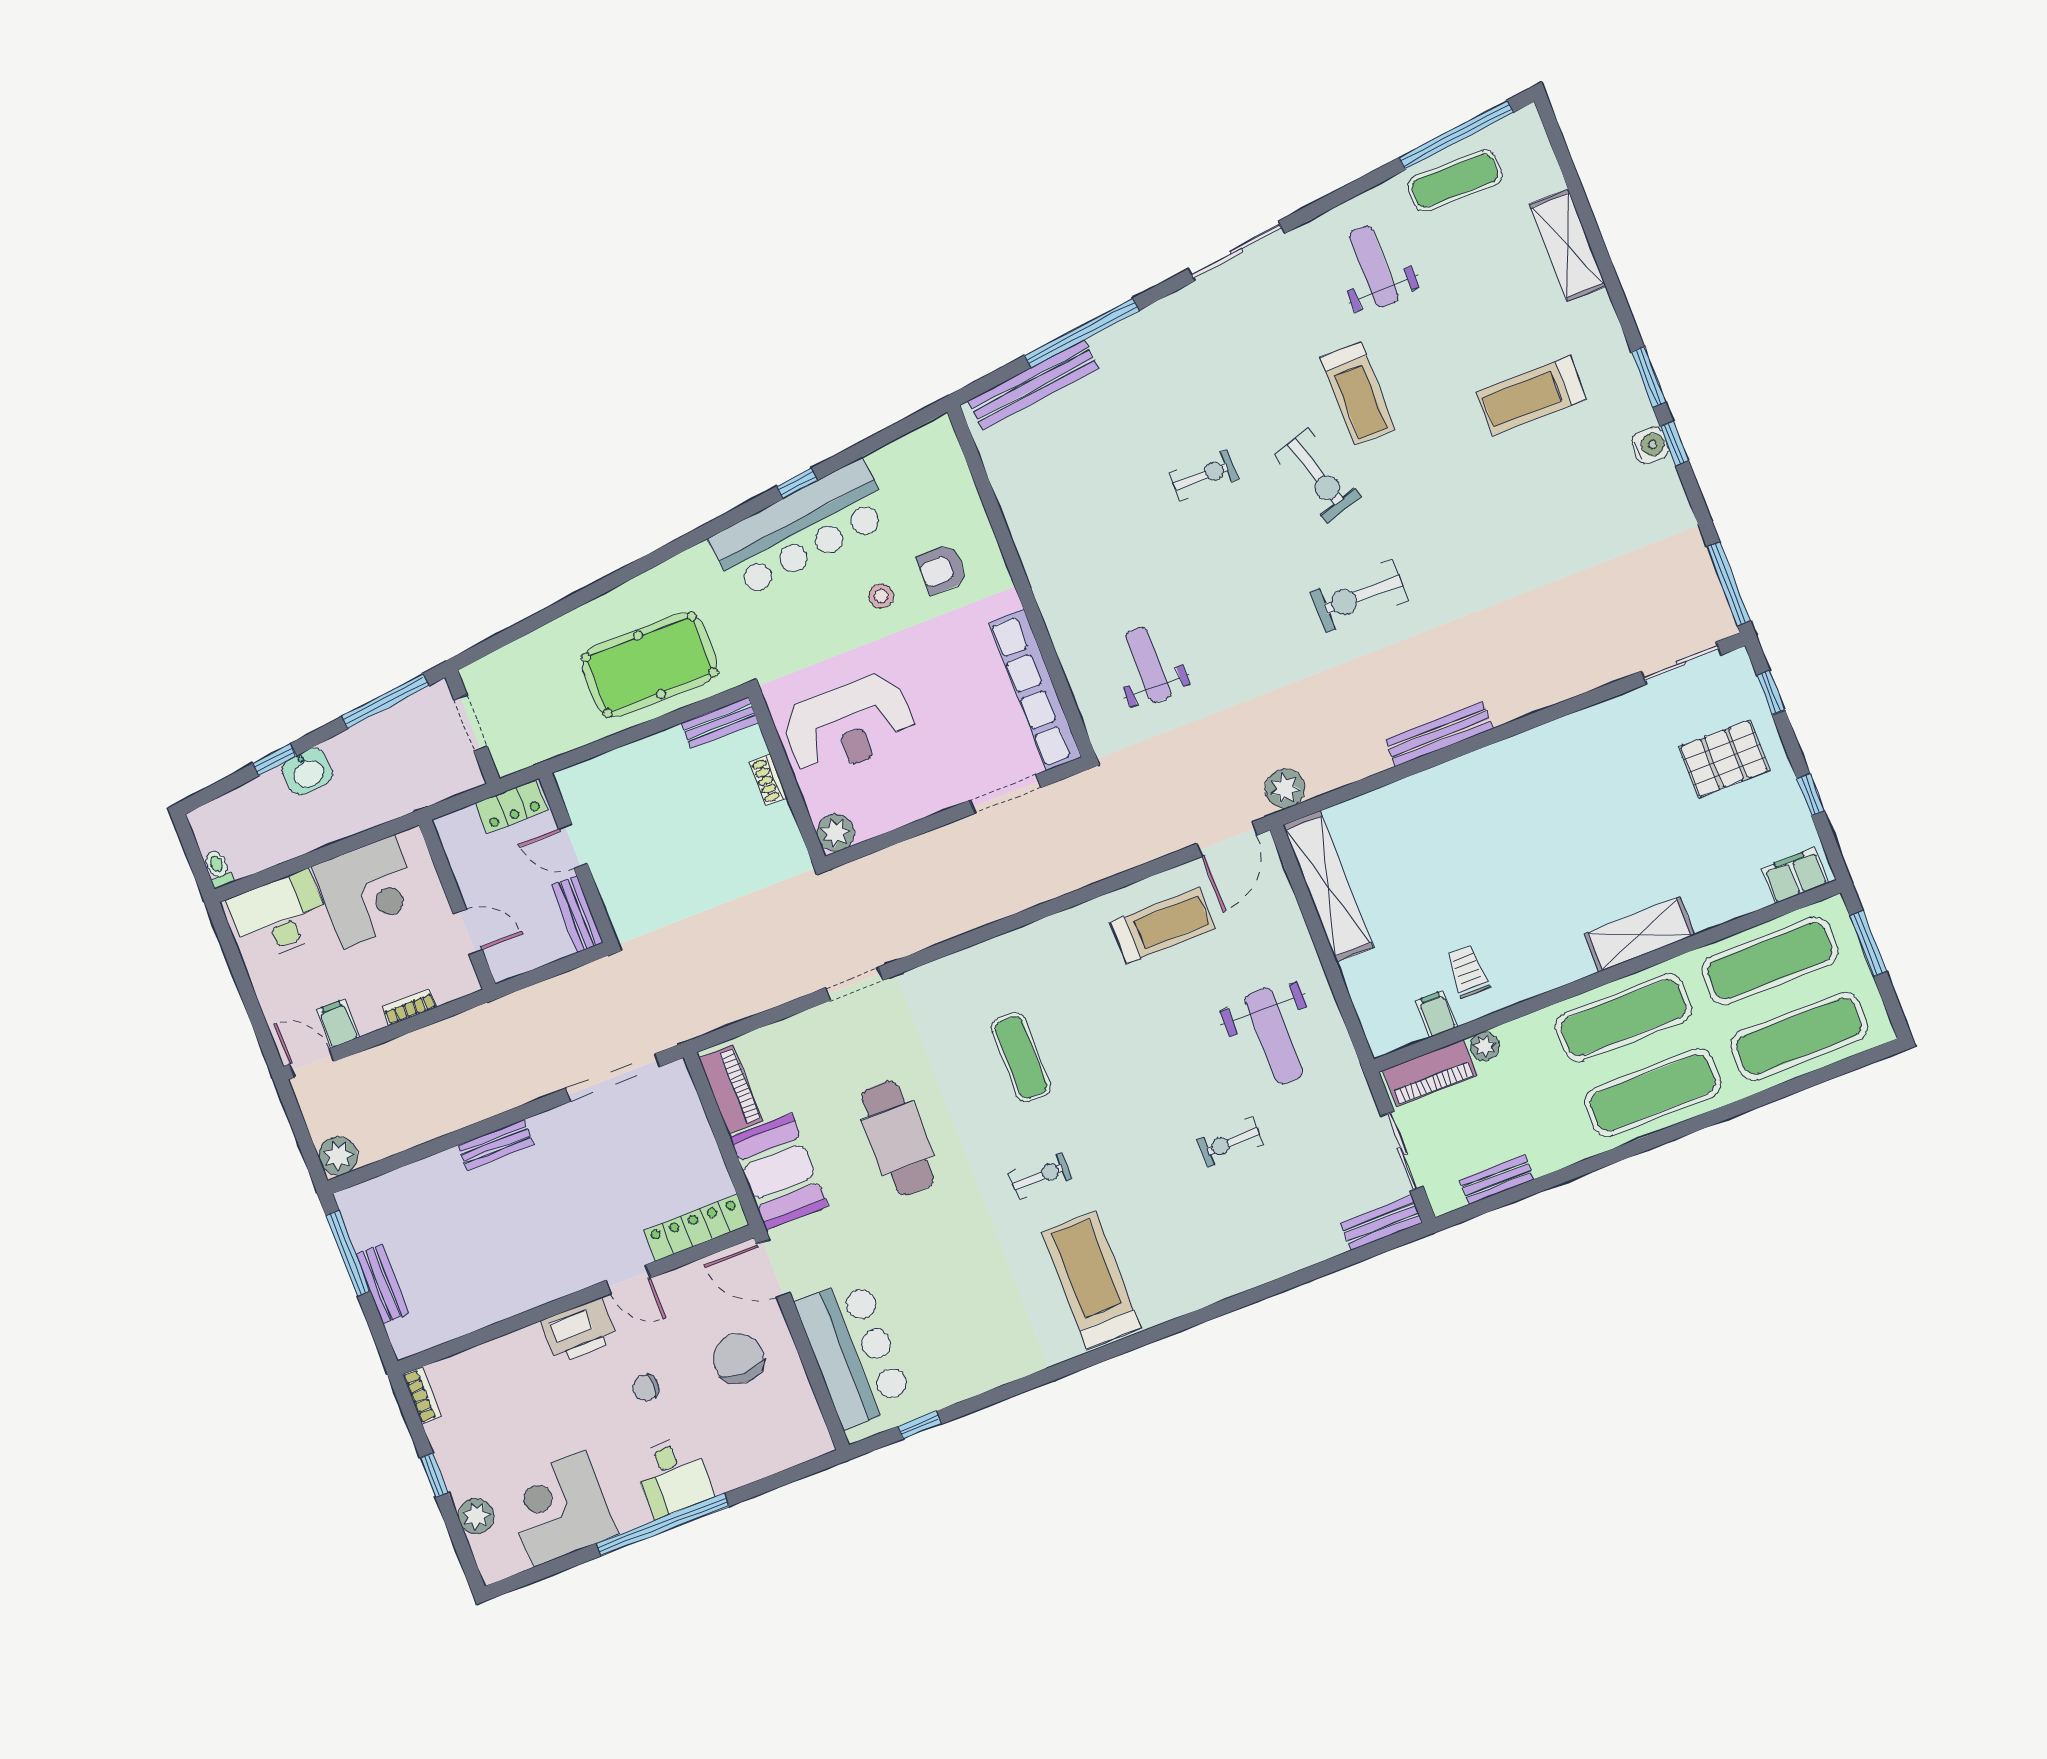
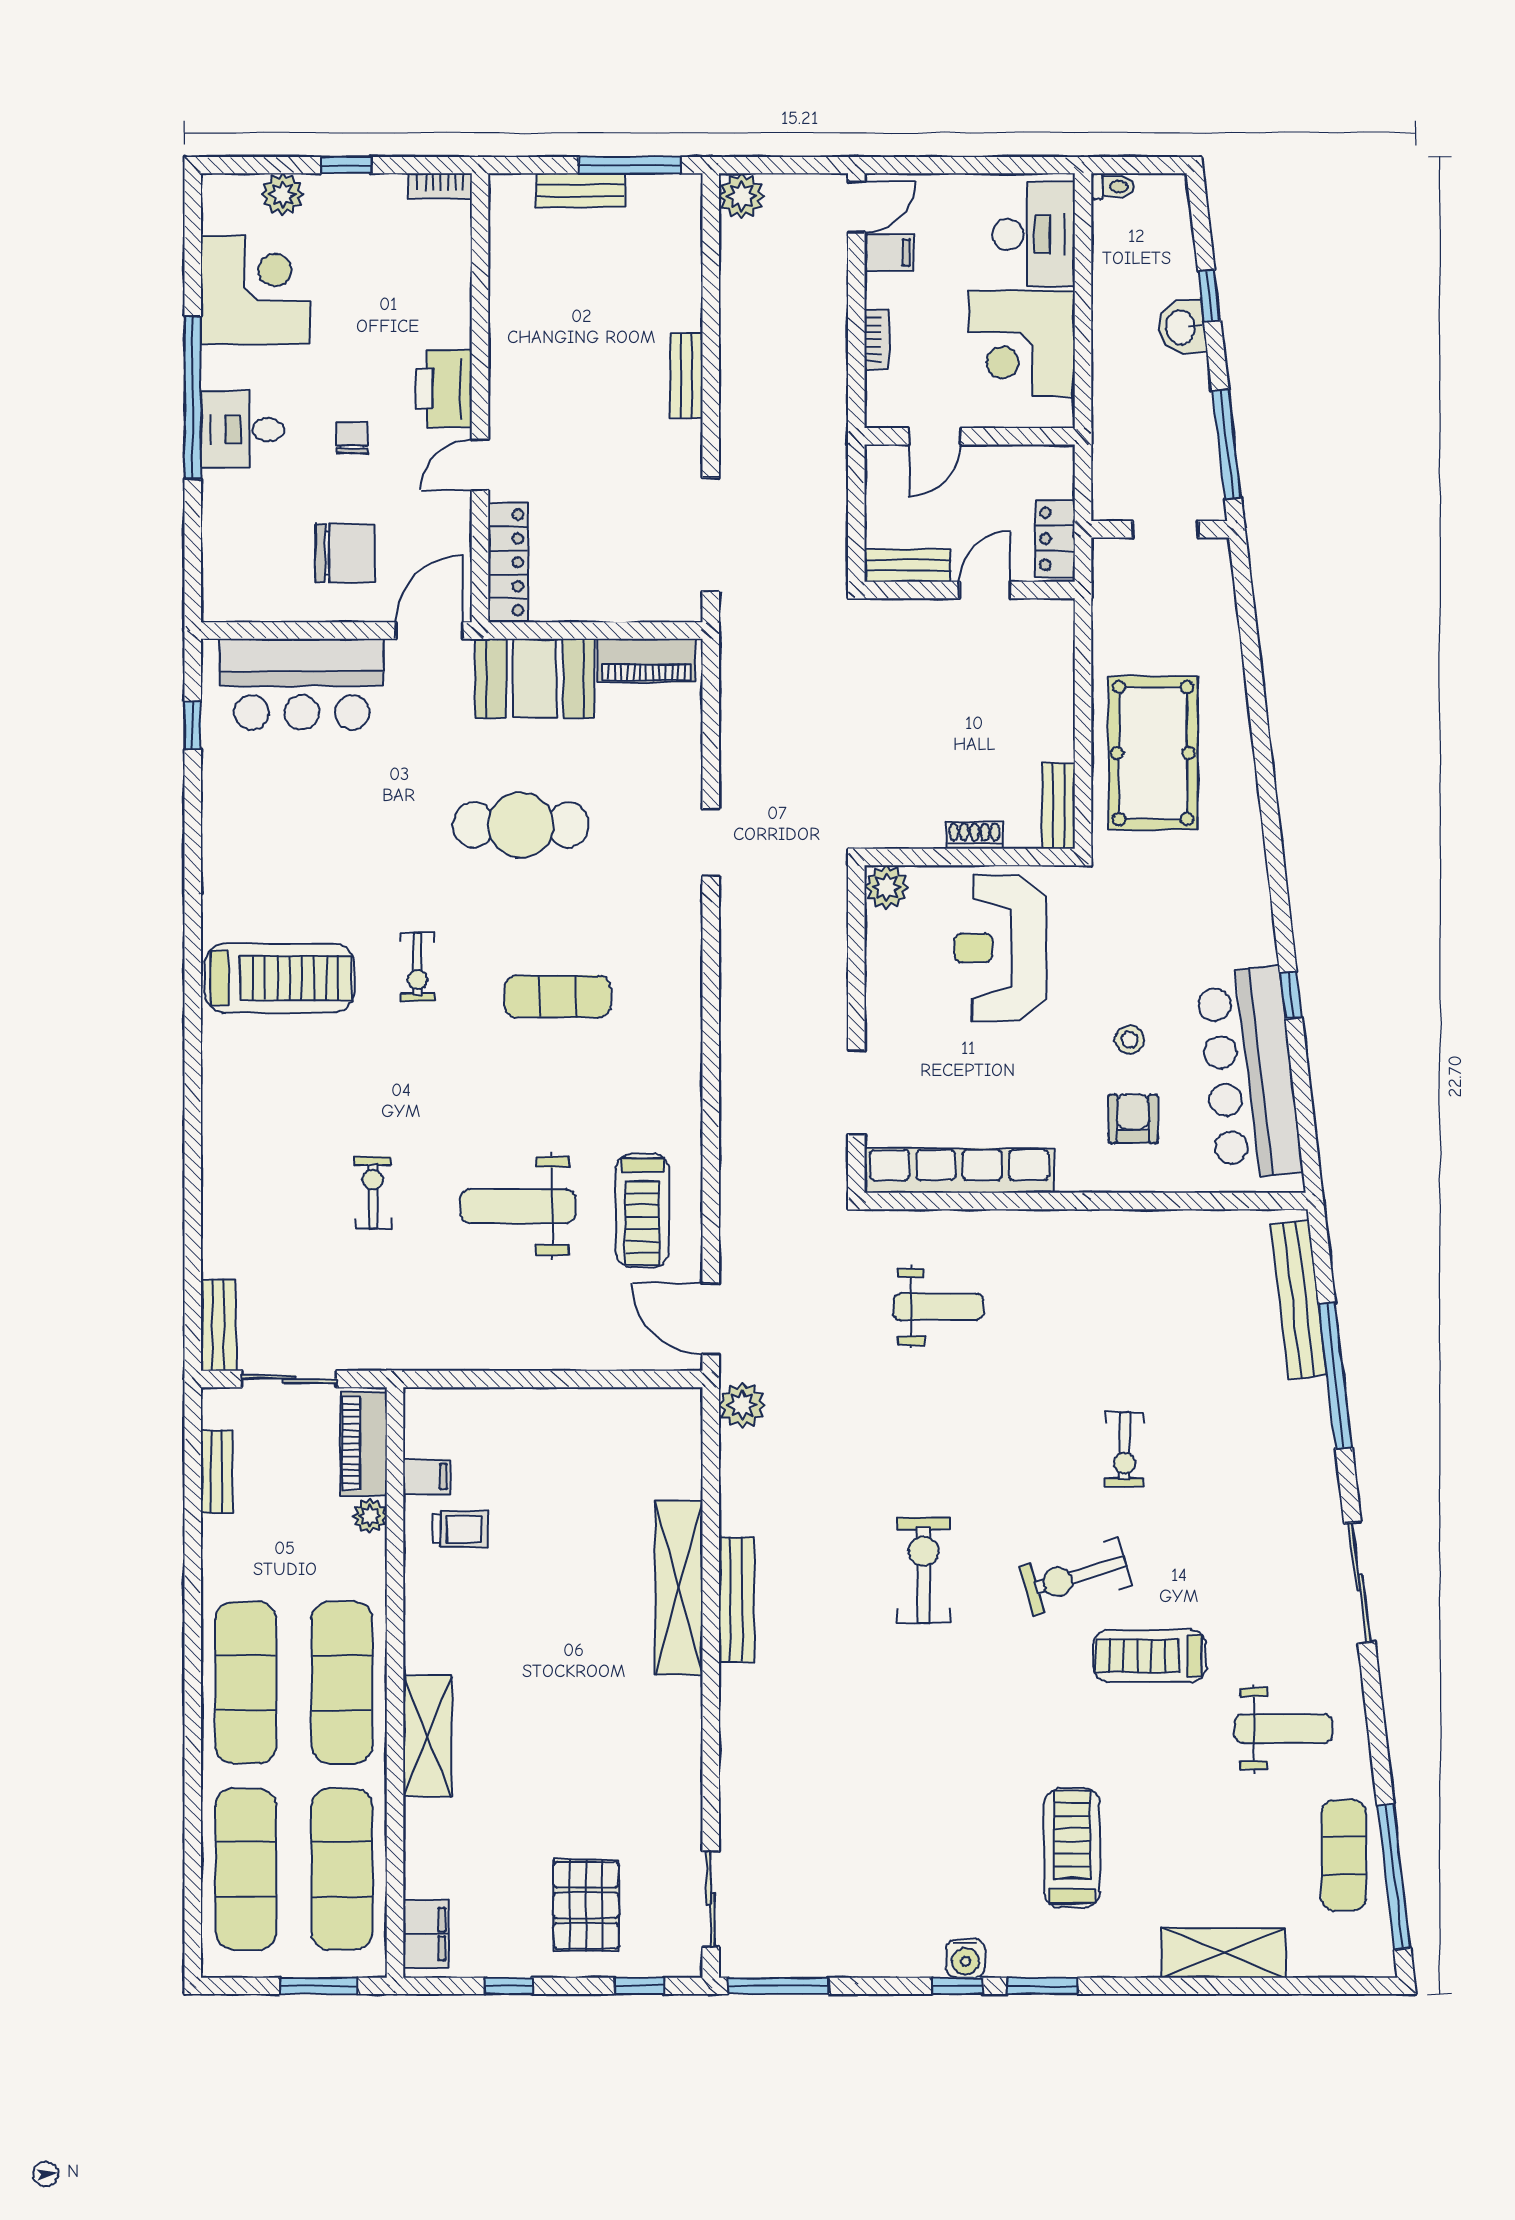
bar counter: (801, 529) -> (1249, 1073), moved
shelving: (1328, 886) -> (679, 1588), moved, turned 90
weight bench: (1274, 1036) -> (518, 1206), moved

